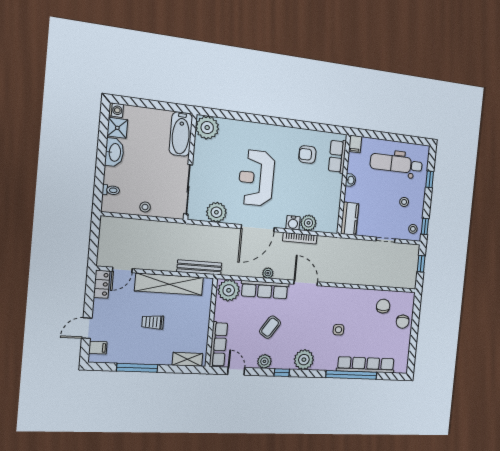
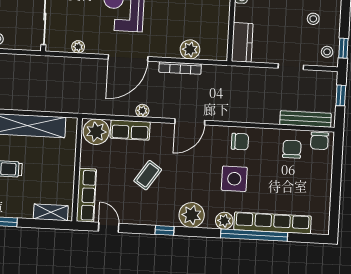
plant: (216, 212) -> (78, 47), width x0.53, depth x0.53
water cooler: (293, 223) -> (171, 50), removed
bench: (199, 267) -> (306, 119), moved
door: (306, 283) -> (190, 122), swing flipped
row of seats: (265, 290) -> (130, 130), width x0.68
chair: (344, 300) -> (240, 142), added
chair: (403, 322) -> (319, 141), moved
side table: (338, 330) -> (234, 179), width x1.87, depth x1.87
plant: (264, 361) -> (224, 221), moved

